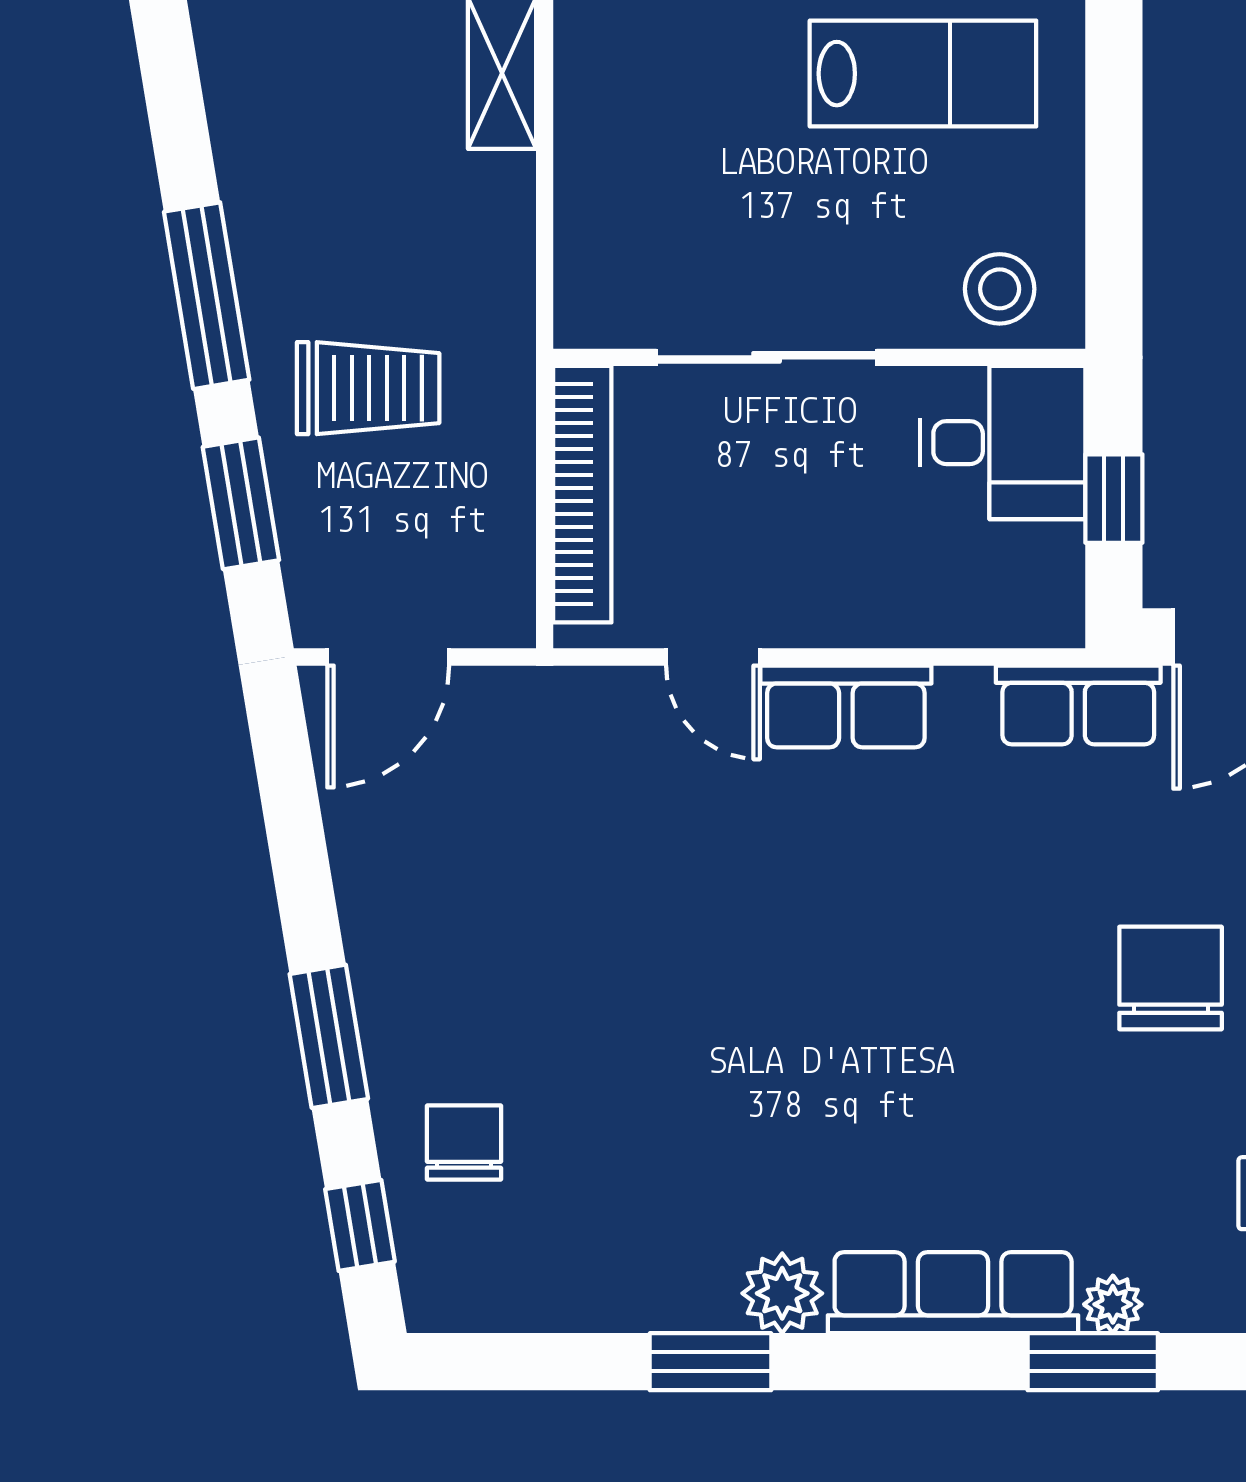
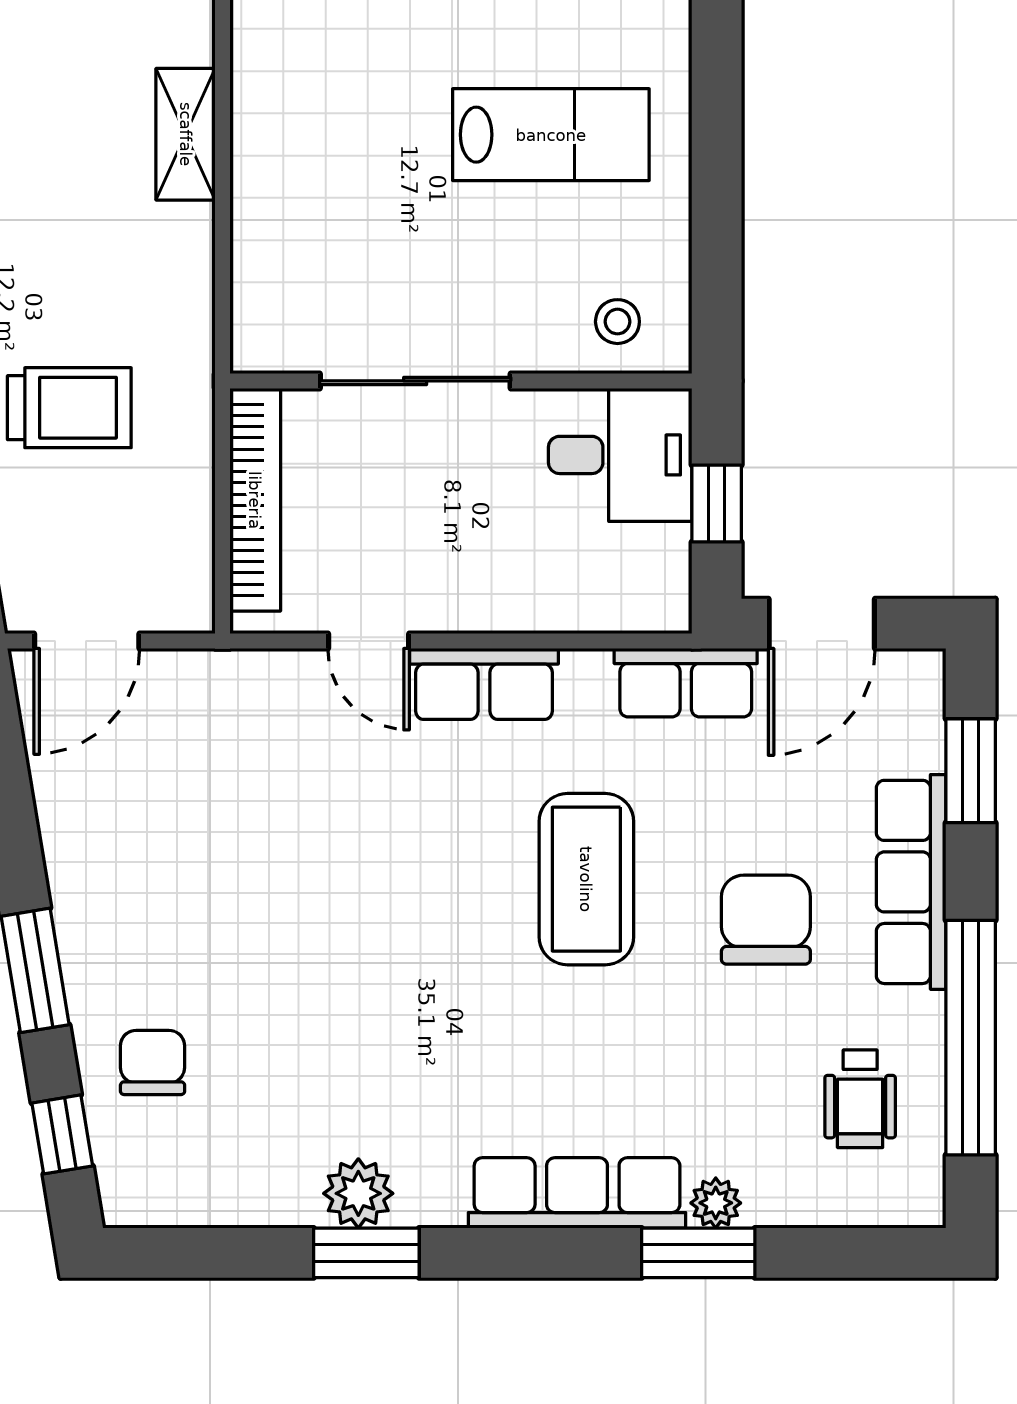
stool: (1000, 289) -> (617, 322), width x0.73, depth x0.73
coffee table: (964, 931) -> (586, 879), added
plant: (782, 1293) -> (358, 1193), moved

